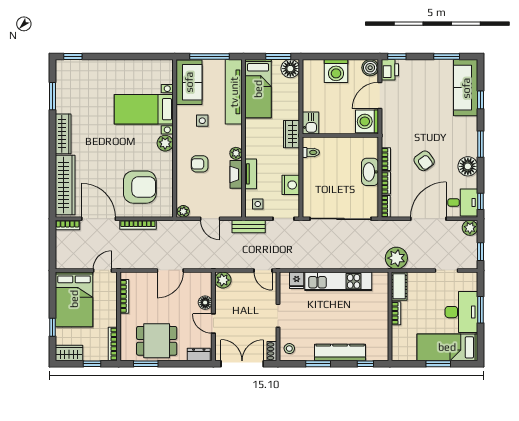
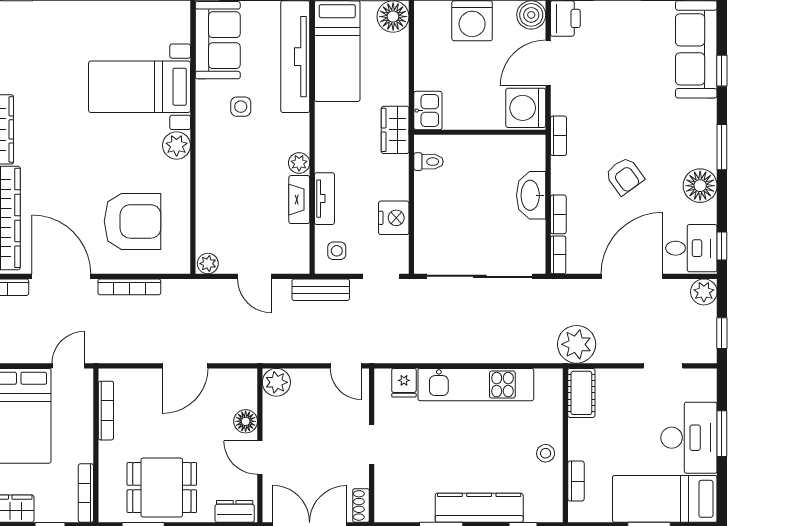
bookcase: (386, 159) -> (558, 136), moved
armchair: (200, 164) -> (236, 181), removed
bookcase: (396, 313) -> (576, 481), moved
stool: (289, 349) -> (546, 453), moved

